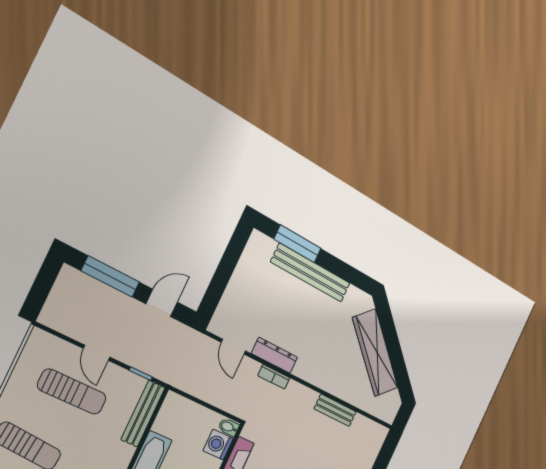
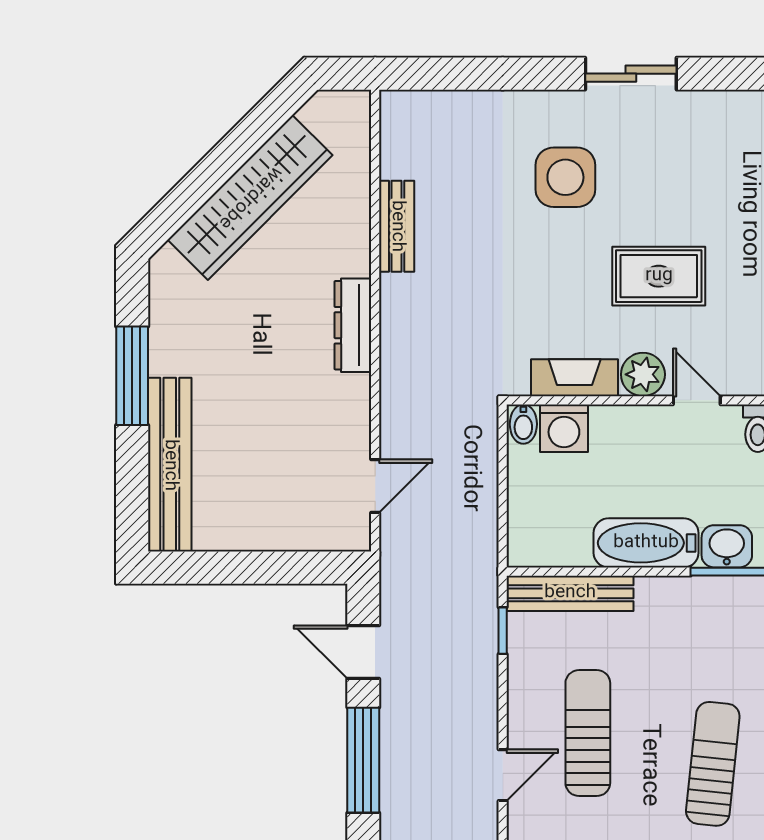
window: (297, 244) -> (132, 376), moved
bench: (311, 273) -> (170, 465), moved
door: (97, 353) -> (503, 775), moved
dresser: (275, 355) -> (353, 325), moved
bookcase: (274, 377) -> (392, 382), removed

